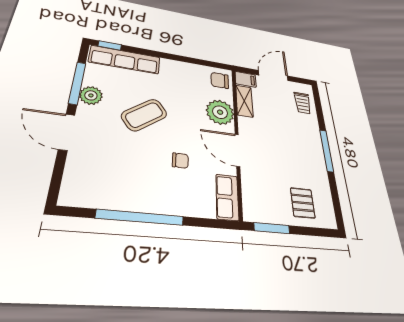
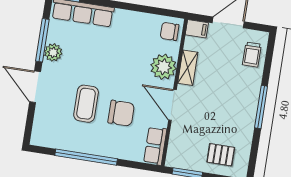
shelving: (244, 101) -> (188, 68), moved
coffee table: (144, 115) -> (86, 104), moved, turned -53
chair: (180, 161) -> (121, 113), width x1.87, depth x1.87
pallet: (303, 203) -> (221, 155), turned 90

